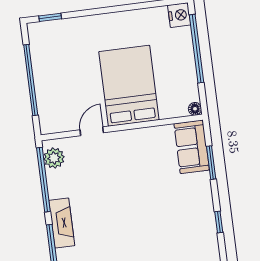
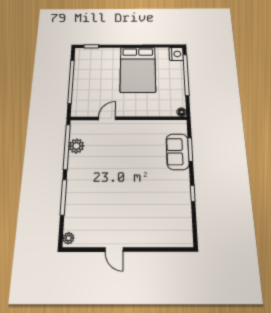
bed: (129, 86) -> (138, 70), moved, turned 180
sofa: (192, 147) -> (178, 152), moved
plant: (54, 158) -> (76, 146), moved
fireplace: (62, 223) -> (74, 179), removed

